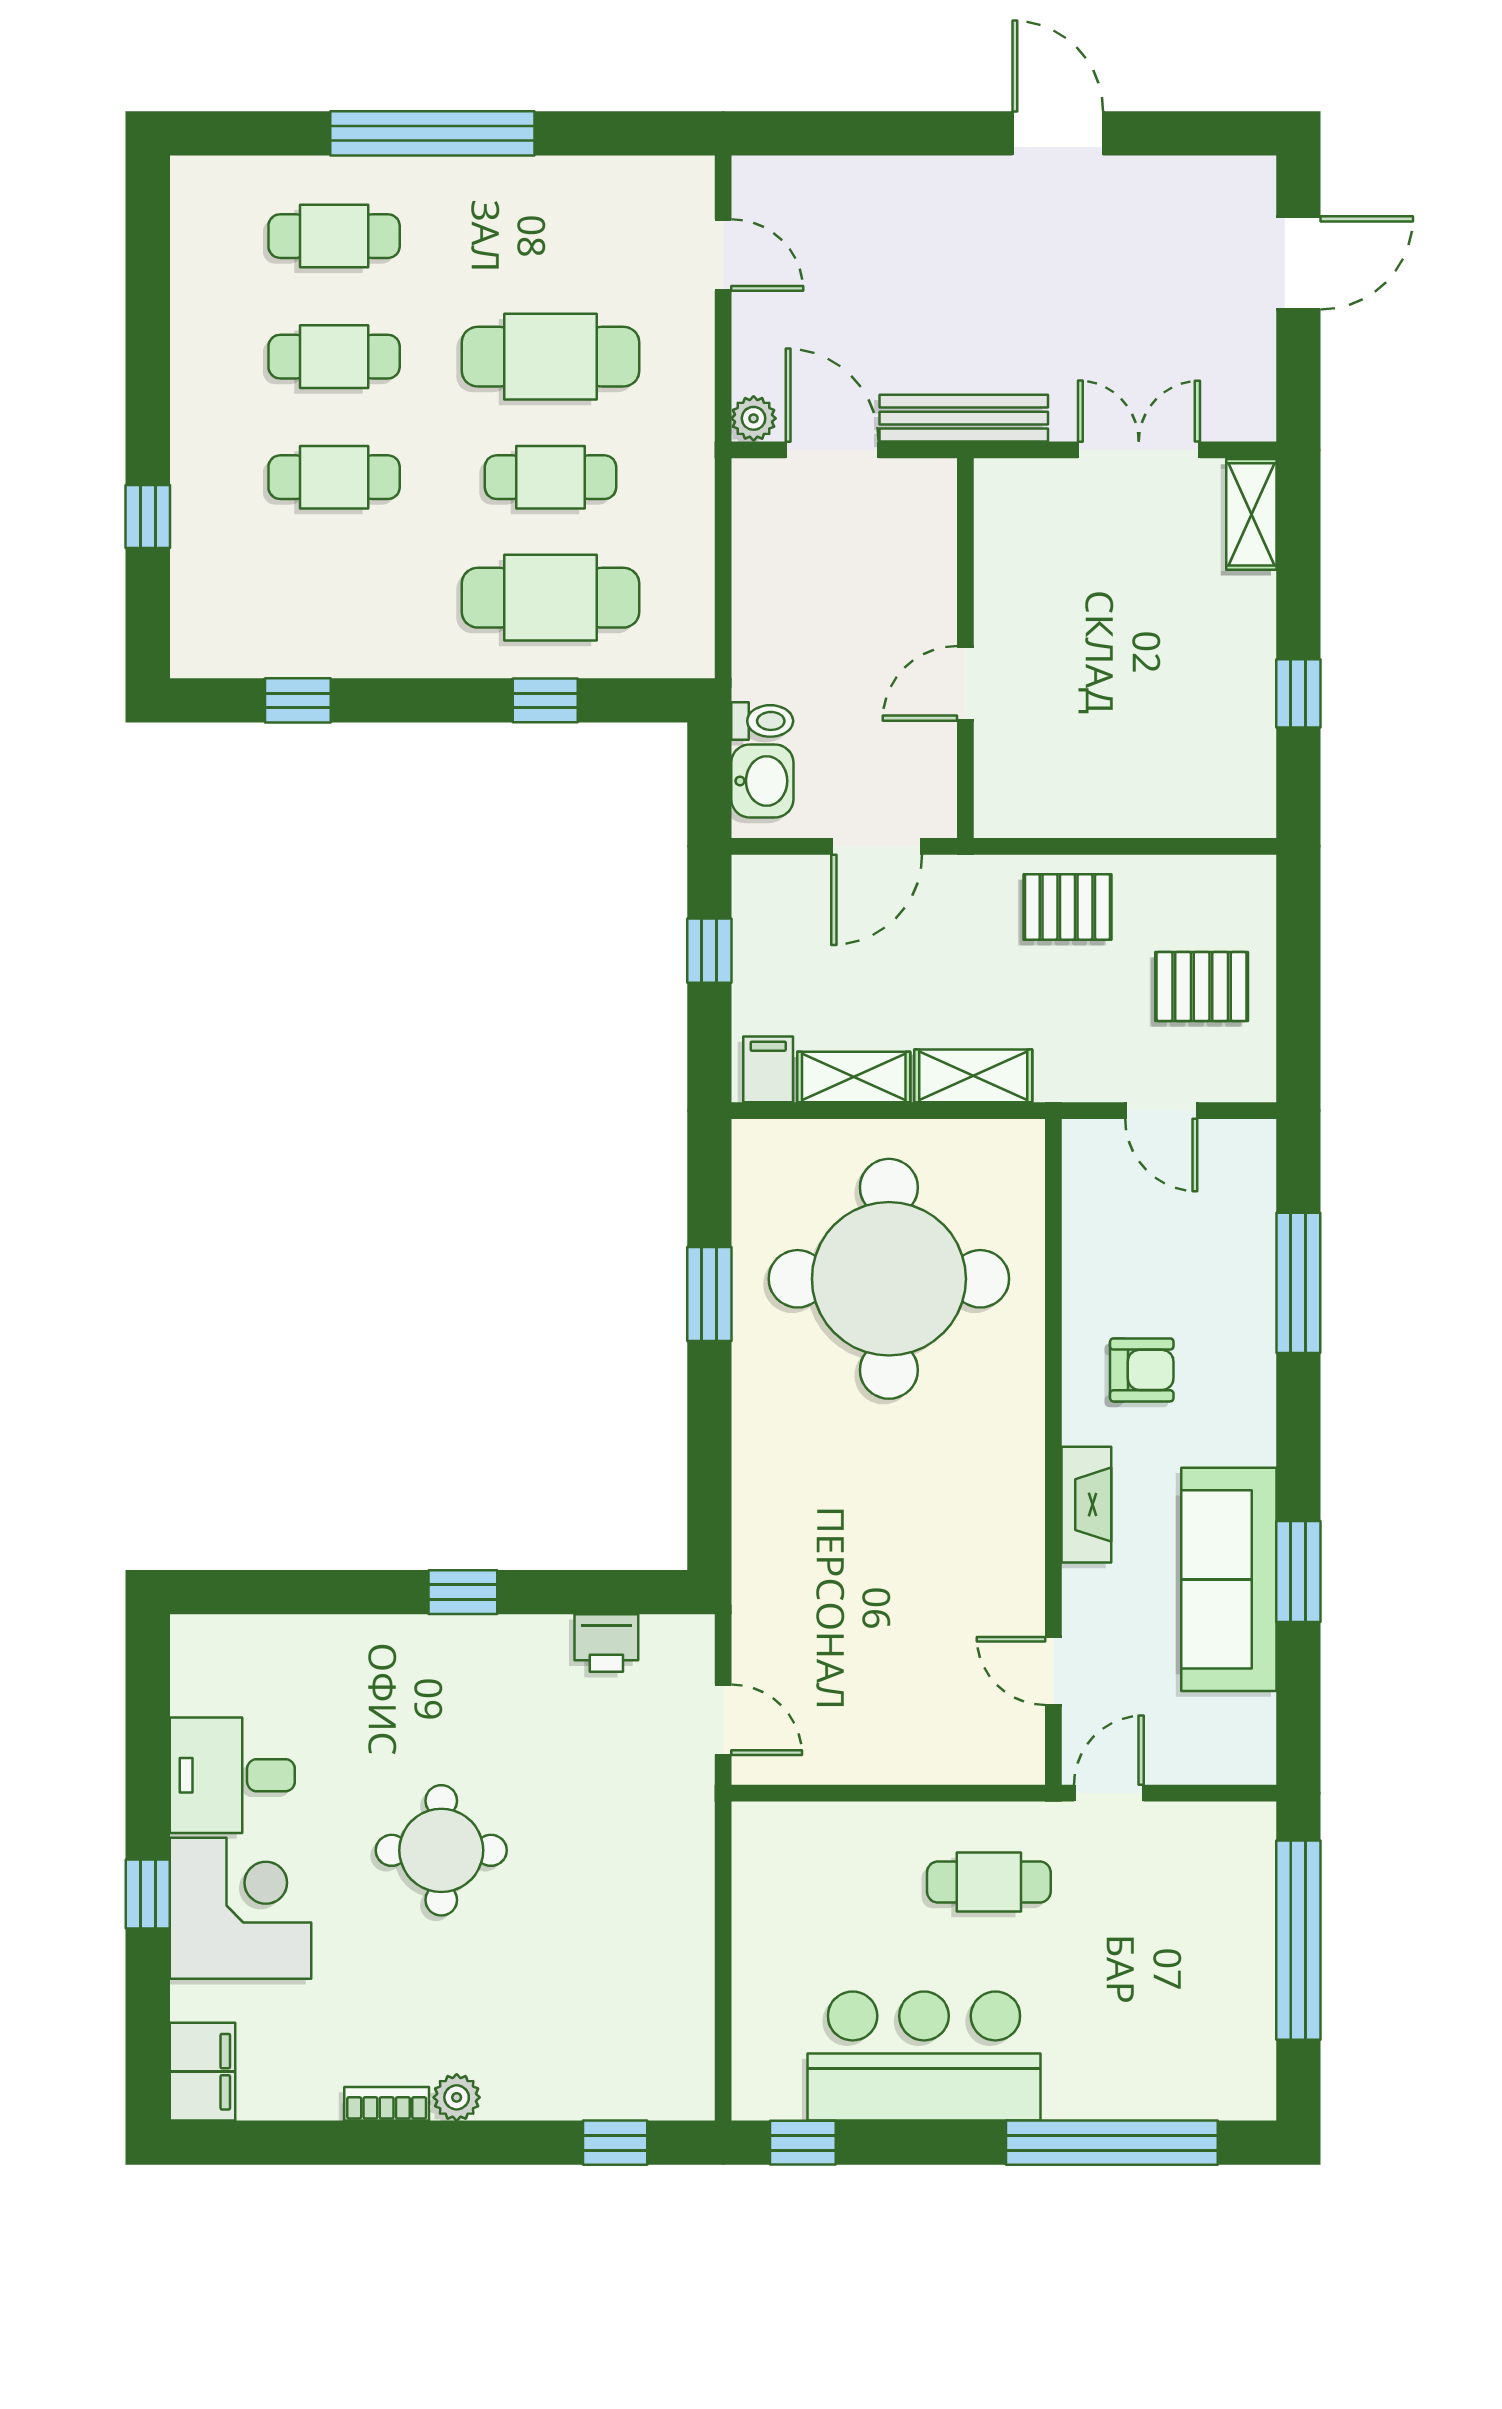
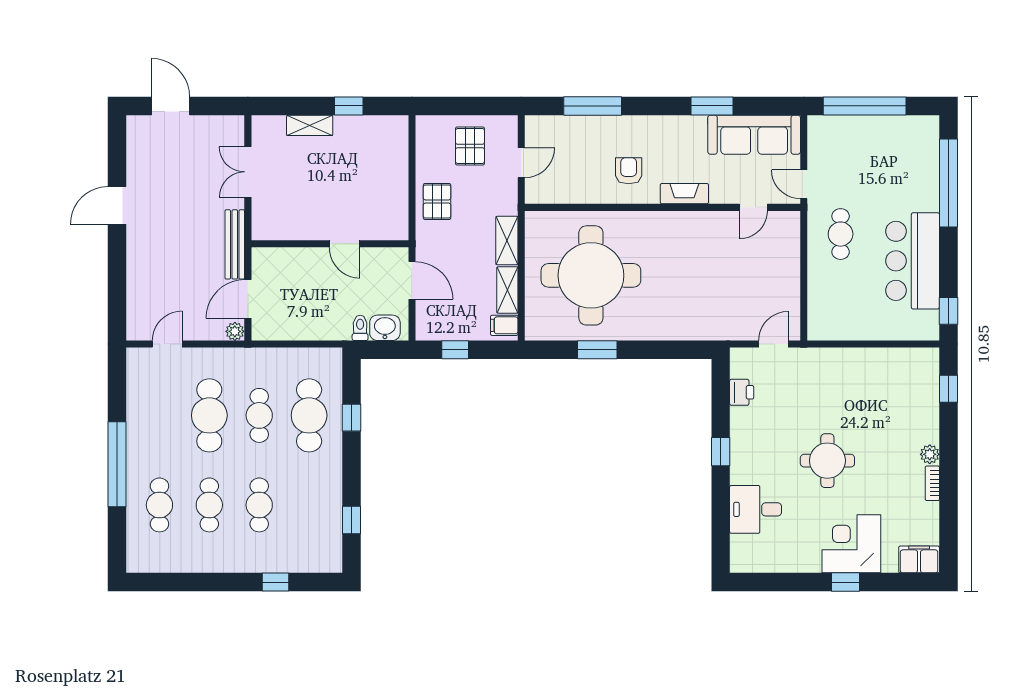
shelving: (1251, 514) -> (310, 125), moved
sofa: (1229, 1579) -> (754, 135), moved
desk: (232, 1775) -> (756, 509), moved, turned 90

